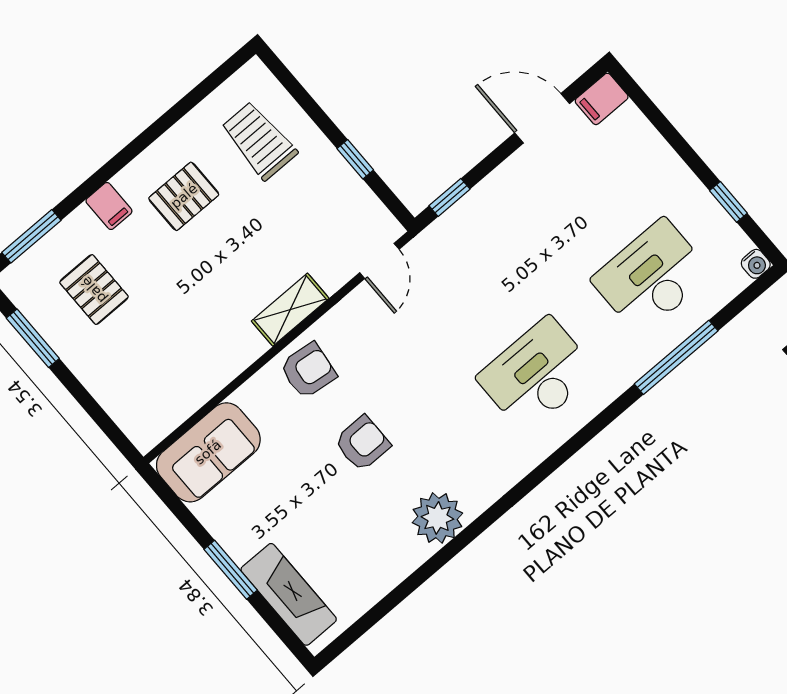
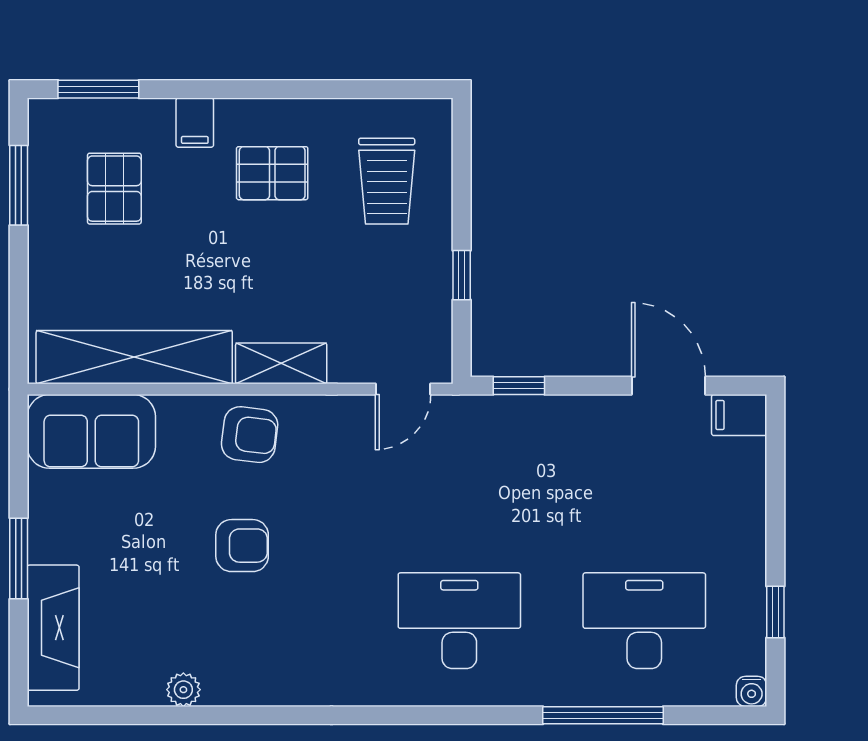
trolley: (259, 141) -> (387, 181), turned 180
shelving: (196, 384) -> (134, 357), added
plant: (437, 518) -> (183, 690), moved, width x0.53, depth x0.53

